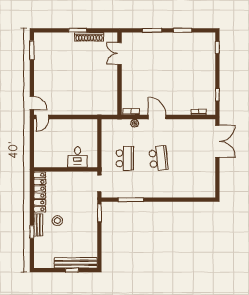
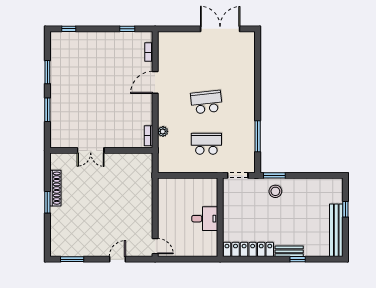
double door: (120, 53) -> (91, 150), moved
door: (32, 103) -> (117, 259), moved
door: (157, 117) -> (155, 82), moved
double door: (217, 141) -> (220, 29), moved
desk: (77, 157) -> (205, 219), moved
stool: (57, 221) -> (275, 191), moved
bench: (76, 263) -> (336, 230), moved

